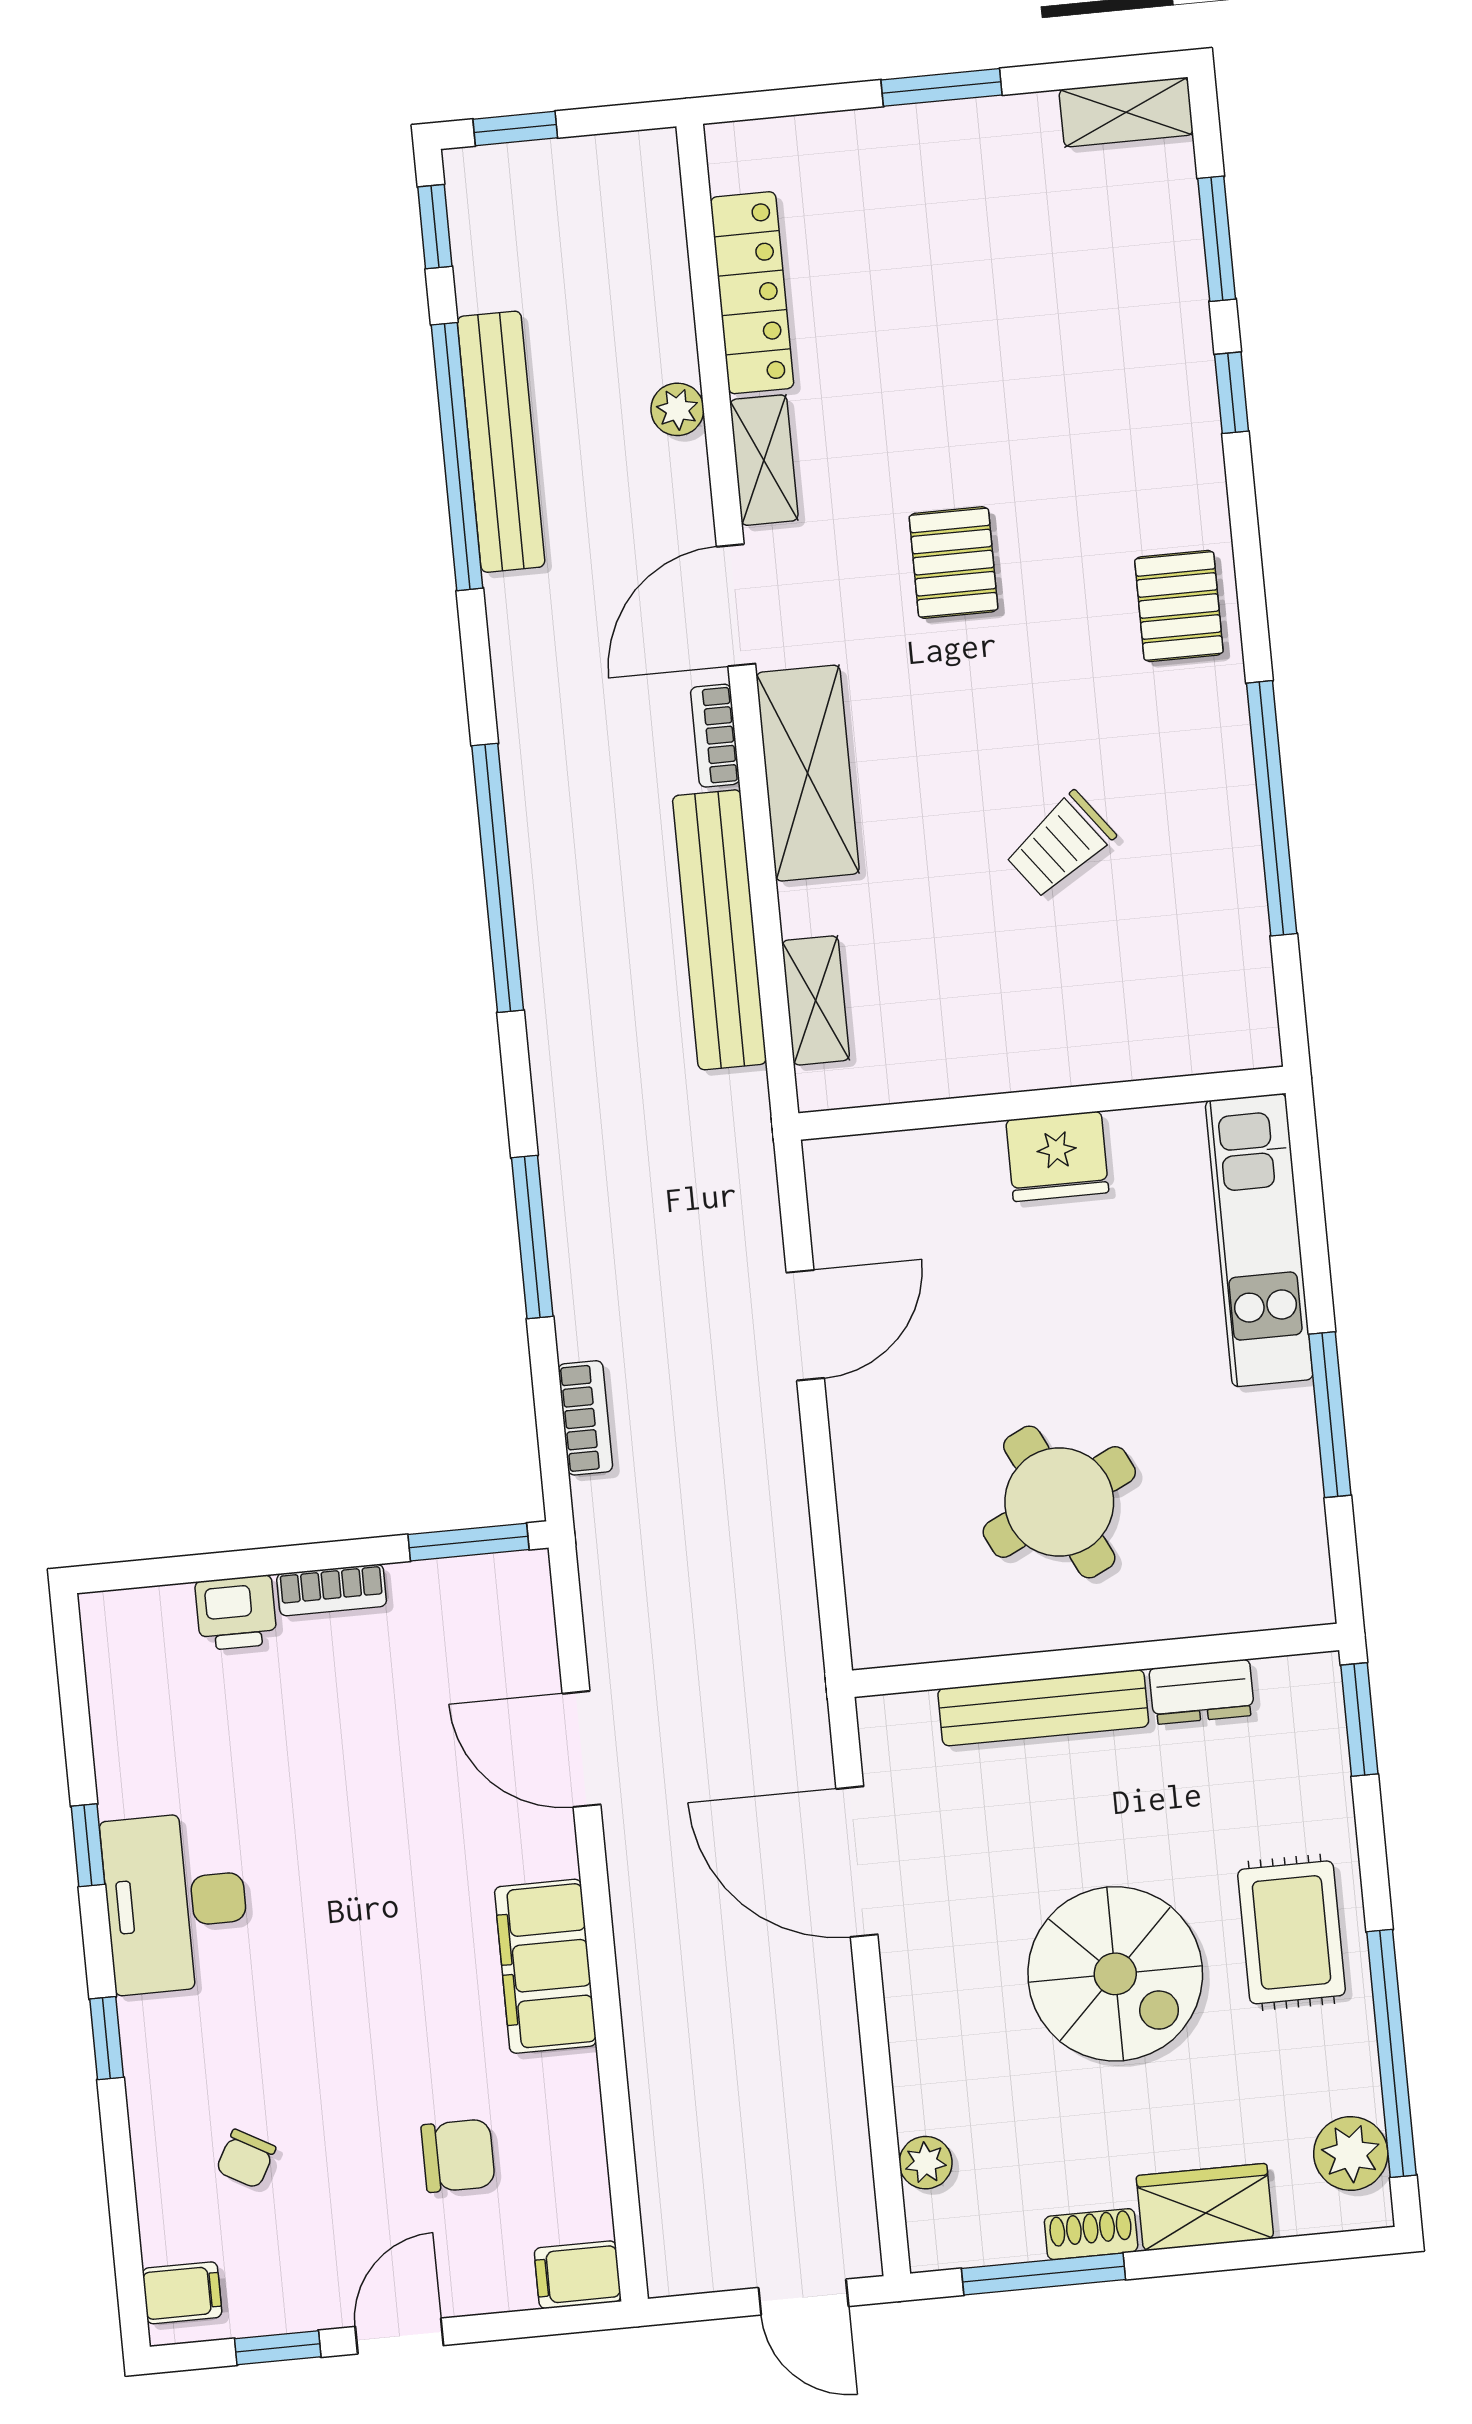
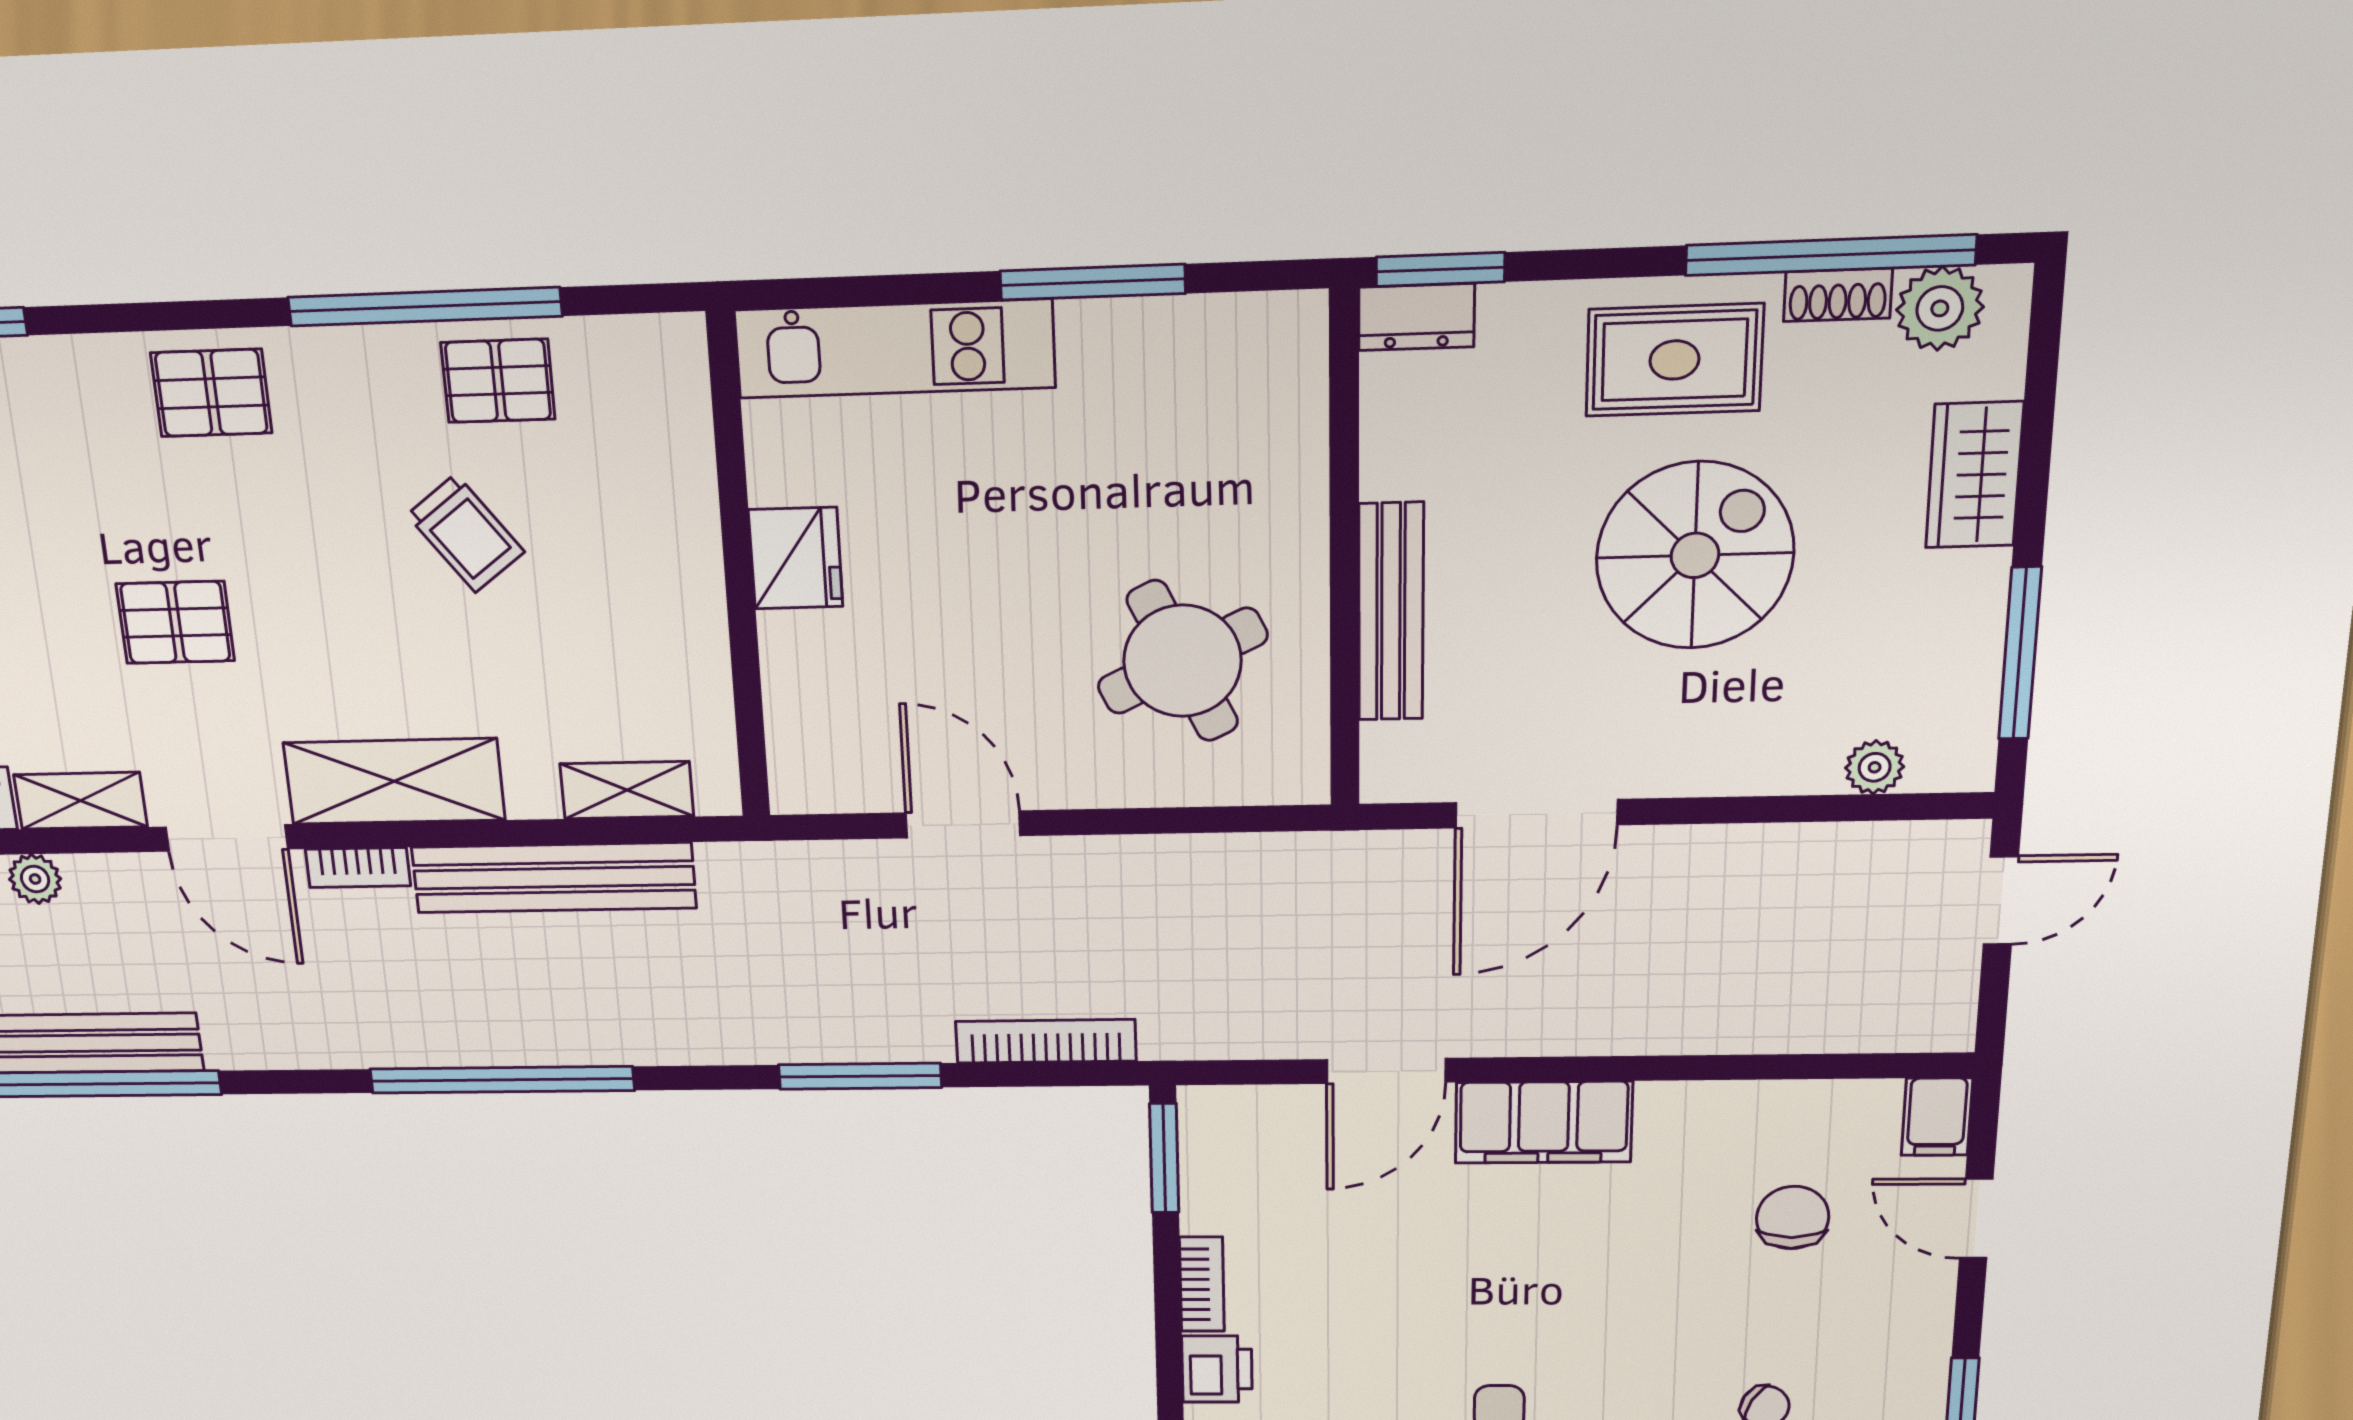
pallet: (1207, 876) -> (498, 381), added
bookcase: (585, 1418) -> (1046, 1041), width x1.56
round table: (1059, 1502) -> (1182, 661), moved
dresser: (1202, 1692) -> (1416, 317), moved, turned 90
filing cabinet: (545, 1966) -> (1544, 1122), moved
shoe rack: (1091, 2234) -> (1838, 295), moved, turned -90
door: (399, 2336) -> (1976, 1219), moved

